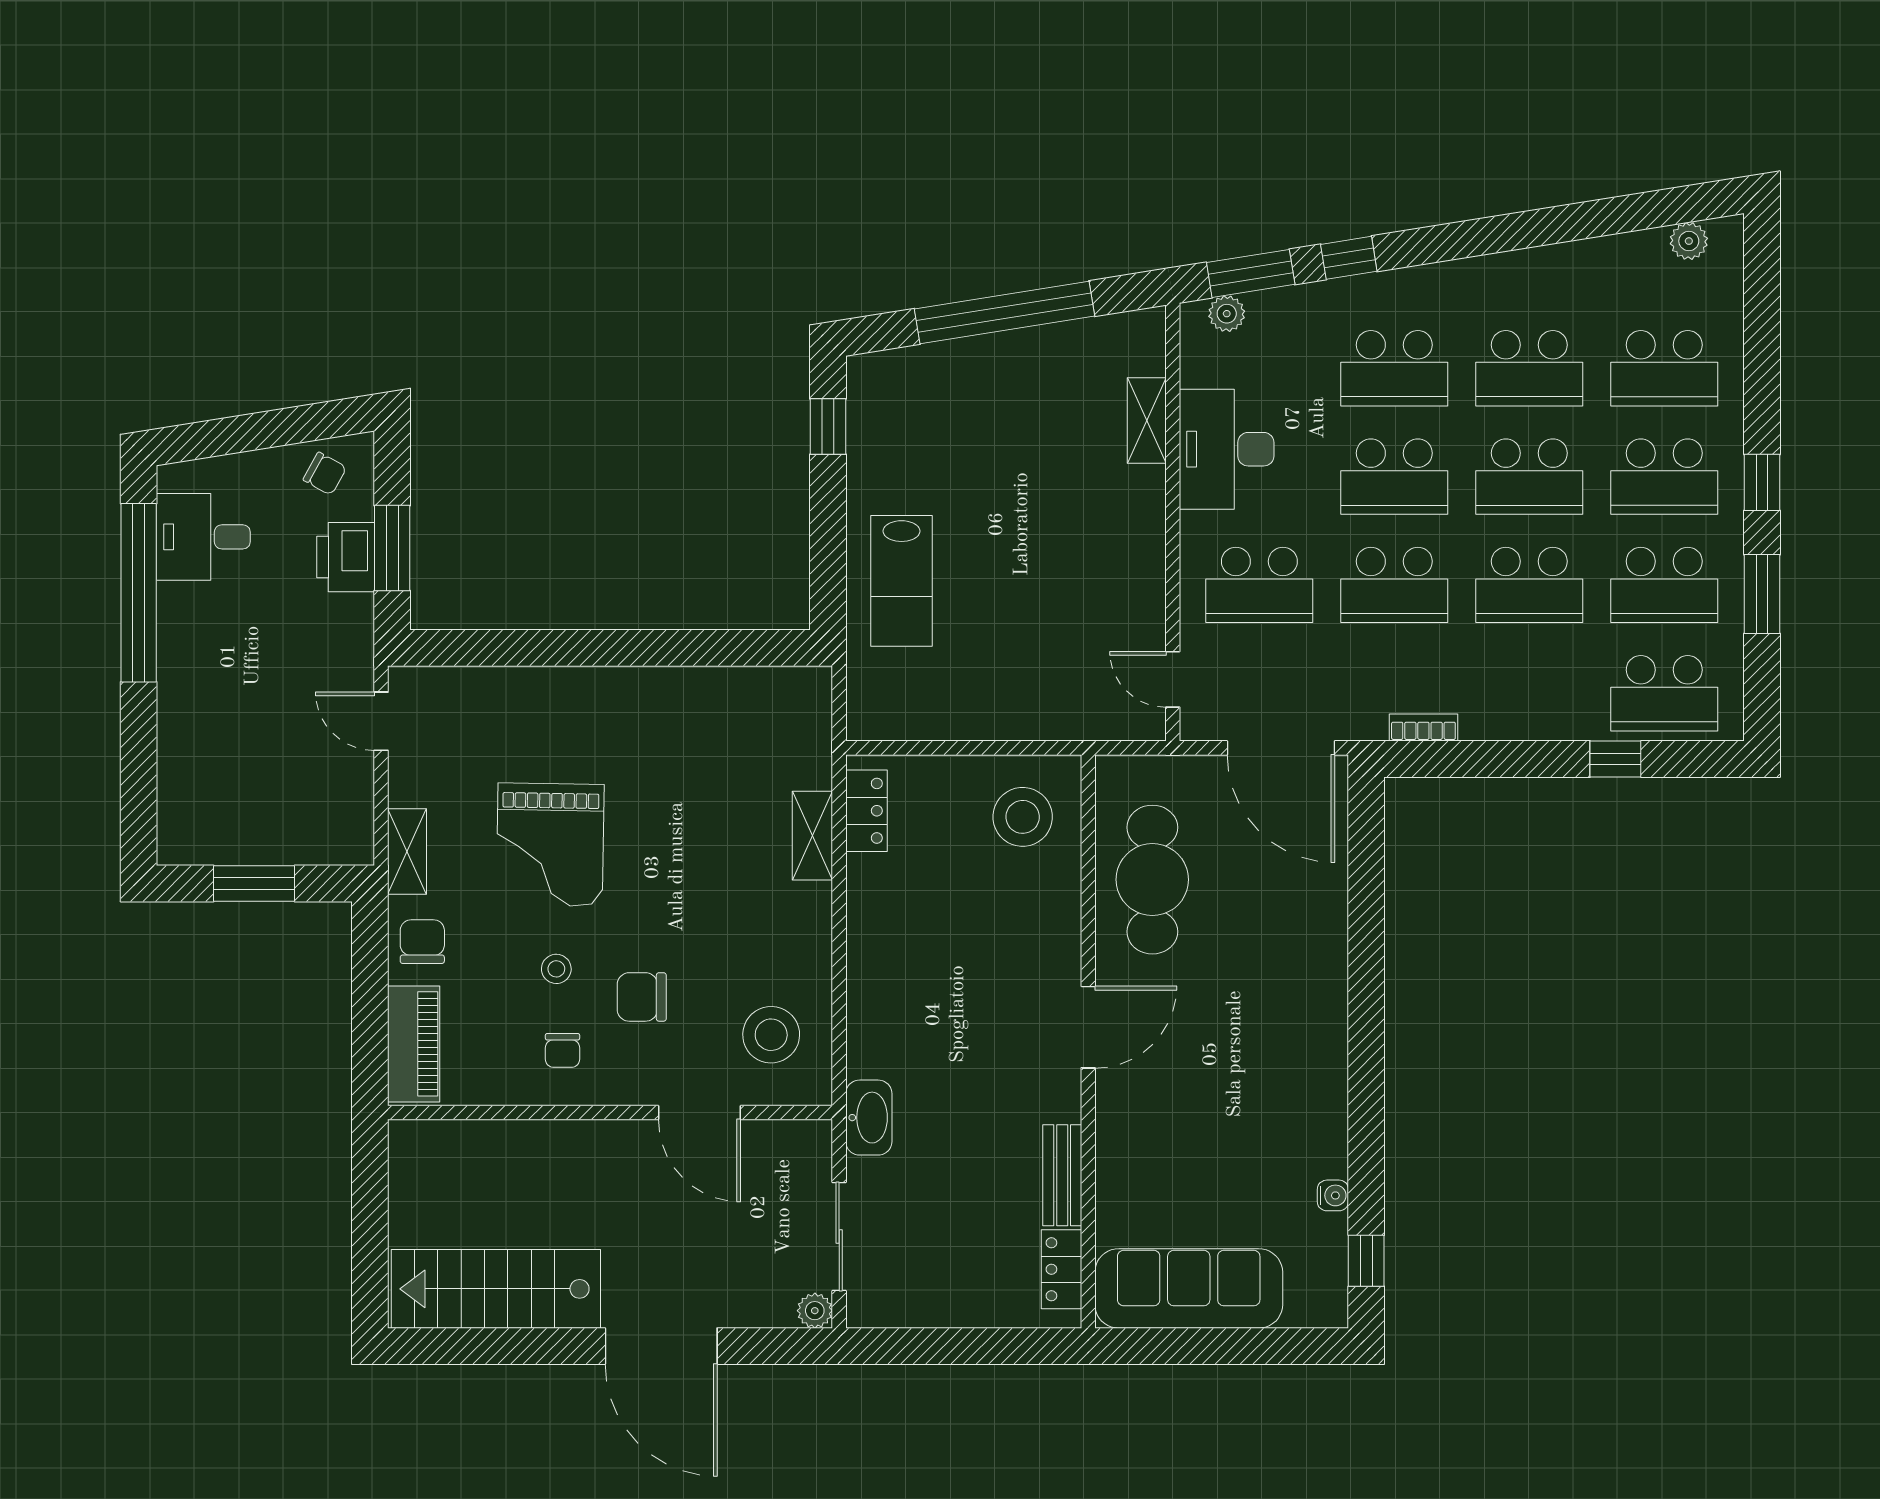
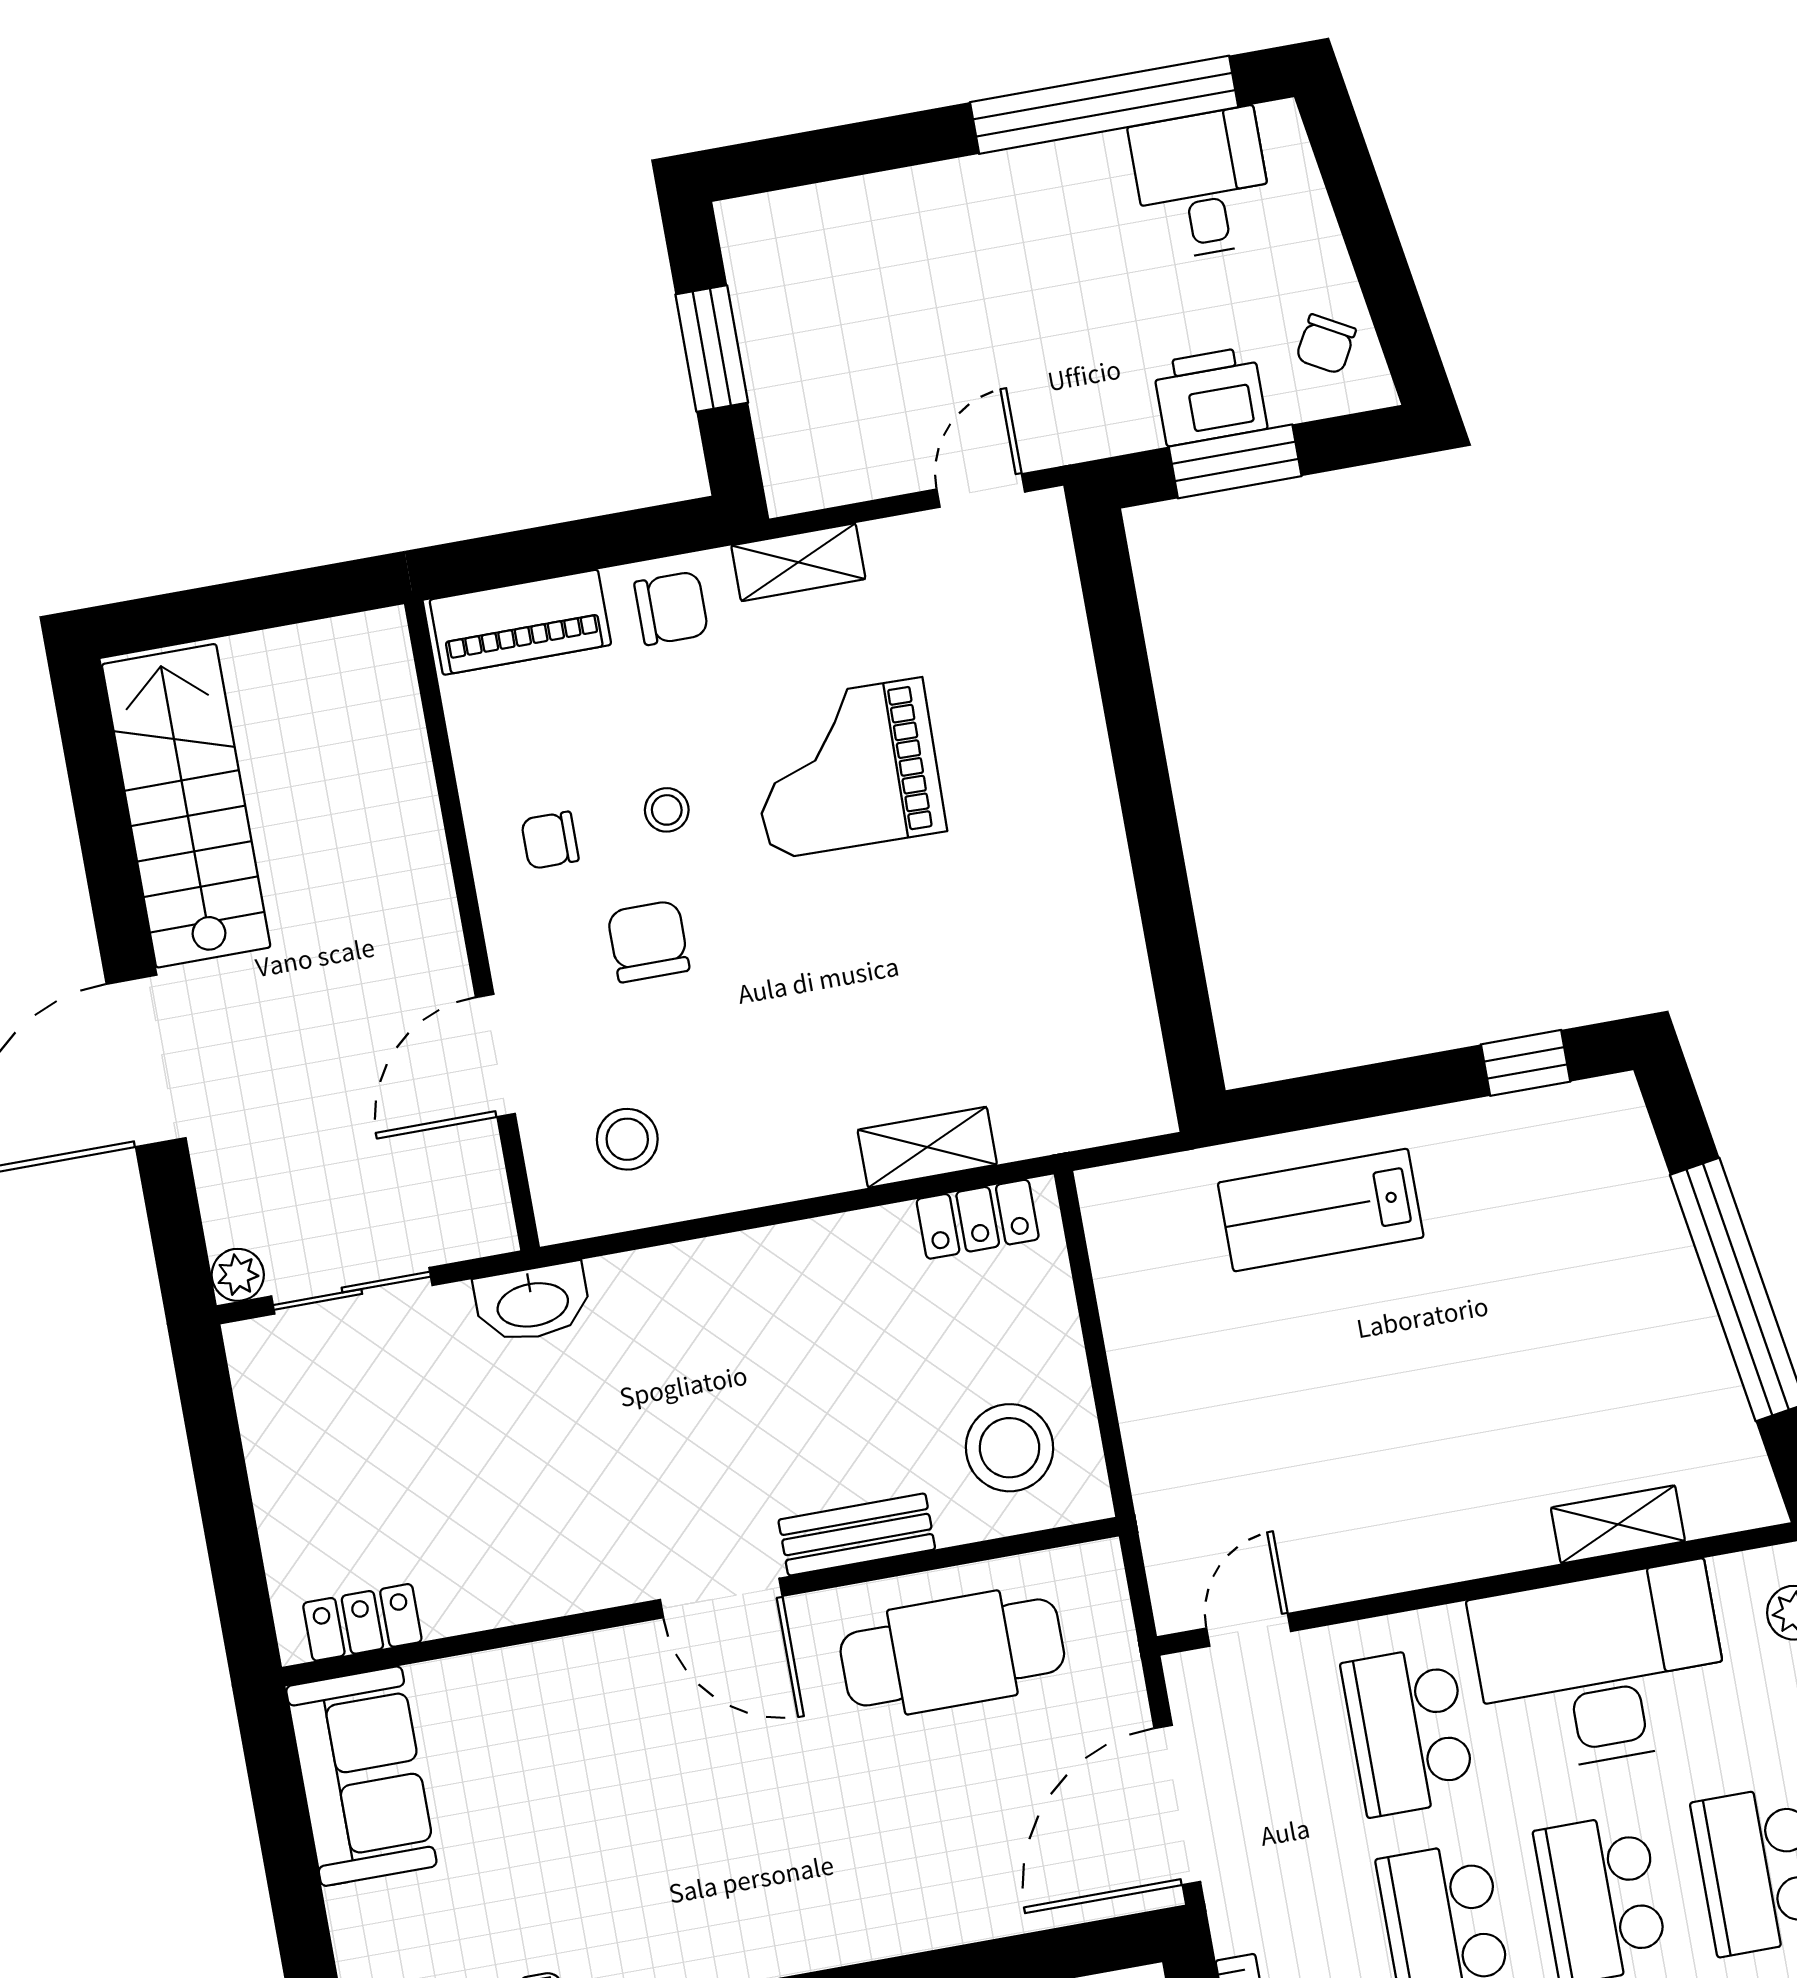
desk: (1227, 449) -> (1601, 1669), width x1.36, depth x1.30
stool: (771, 1035) -> (627, 1139), width x0.73, depth x0.73
bench: (1062, 1175) -> (857, 1534), moved
sofa: (1189, 1288) -> (361, 1776), width x0.73

